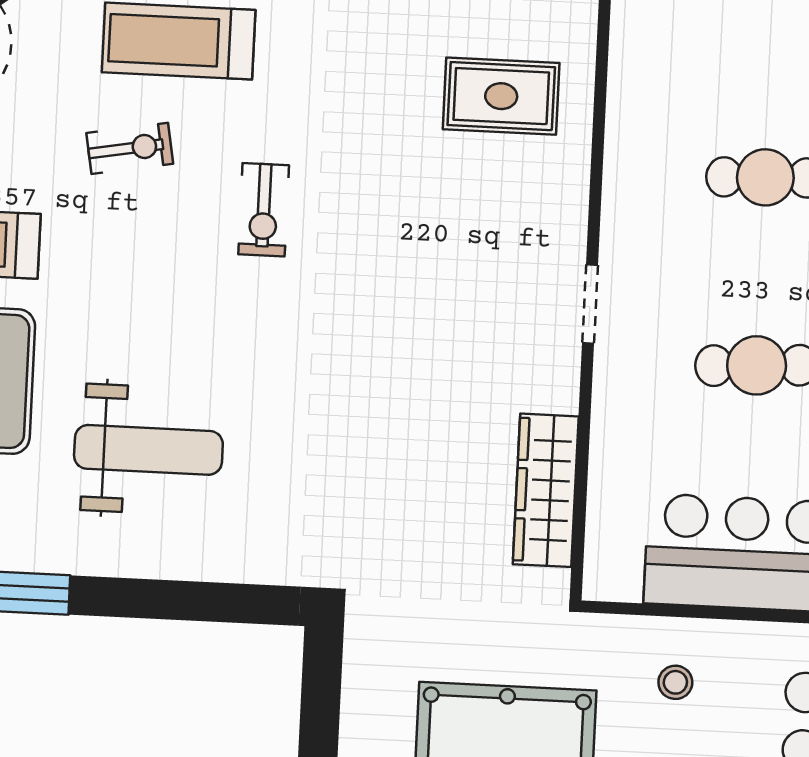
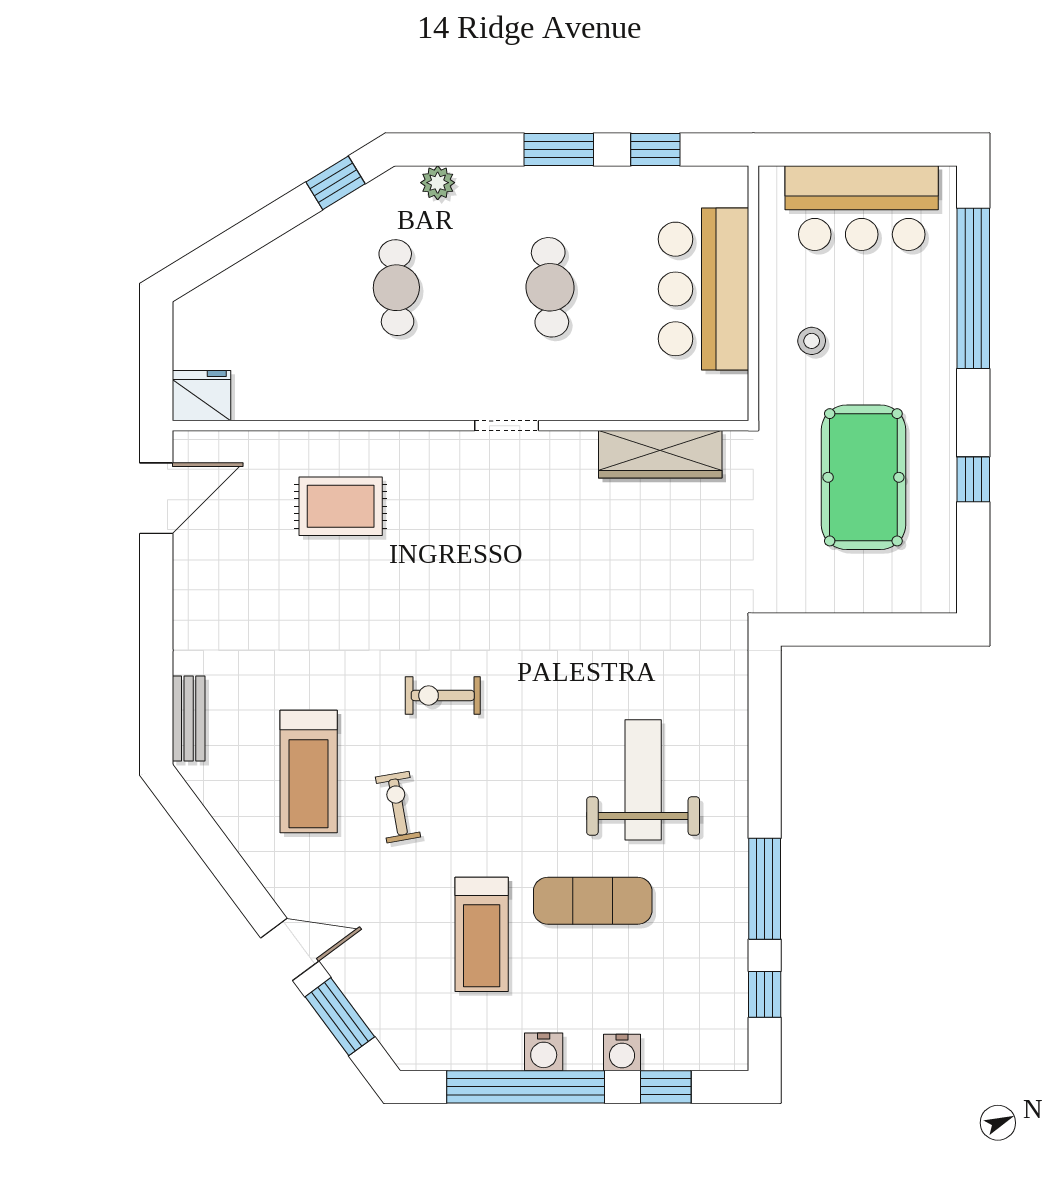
rug: (501, 96) -> (341, 506), turned 90
exercise bike: (264, 210) -> (443, 695), turned 180

